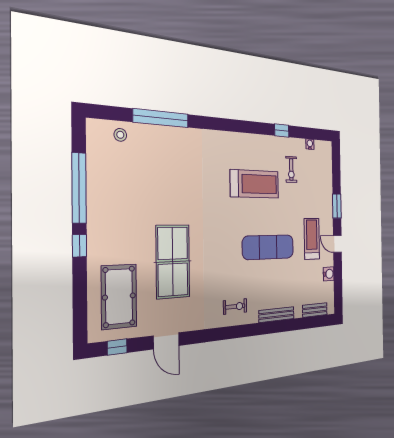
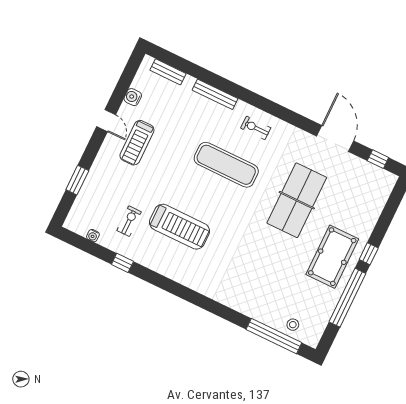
window: (161, 118) -> (274, 336), moved
treadmill: (255, 184) -> (180, 227), turned 180
window: (337, 206) -> (77, 180), moved
exercise mat: (268, 247) -> (226, 165), moved
pool table: (119, 297) -> (332, 257), moved
door: (166, 341) -> (335, 138), width x1.36

